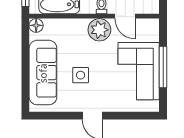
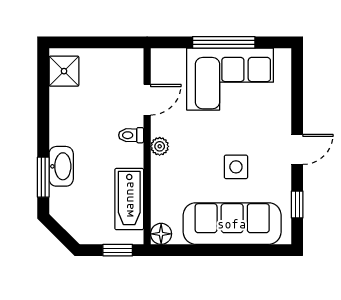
plant: (99, 30) -> (160, 146), width x0.53, depth x0.53
window: (56, 116) -> (297, 204), added

